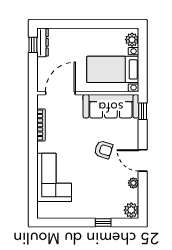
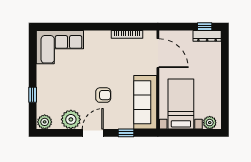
window: (143, 111) -> (126, 133), moved
armchair: (104, 150) -> (103, 95), turned -108
corner sofa: (54, 177) -> (60, 47), moved
plant: (133, 183) -> (71, 119), width x1.88, depth x1.88

